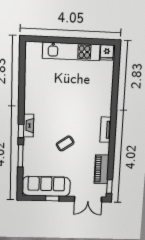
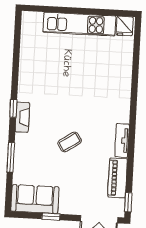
tv unit: (105, 130) -> (122, 140), moved
window: (21, 131) -> (13, 108), moved
sofa: (46, 186) -> (35, 199), width x0.73

